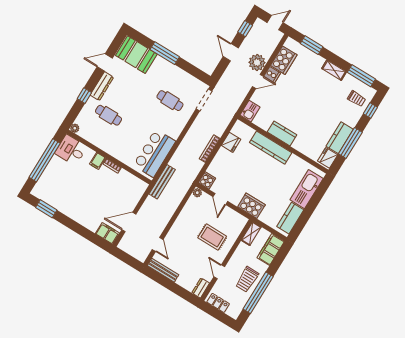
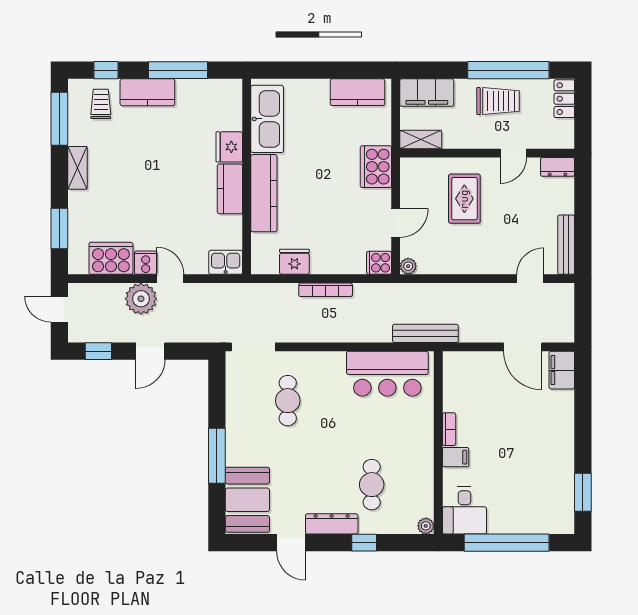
kitchen counter: (340, 138) -> (147, 92), moved
fridge: (328, 158) -> (229, 147), moved, turned 90
kitchen sink: (307, 189) -> (267, 119), moved, turned -90
locker: (218, 303) -> (564, 99), moved

